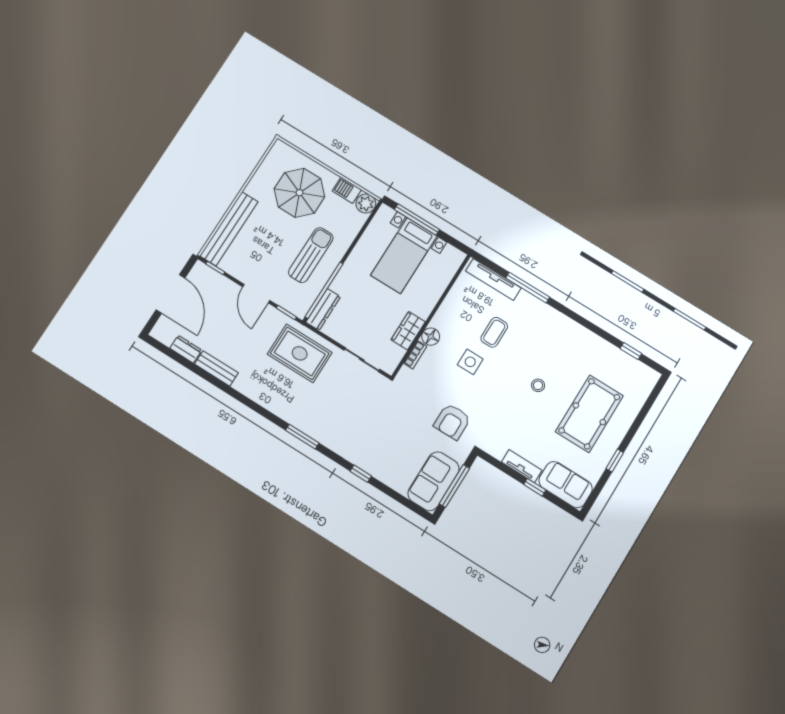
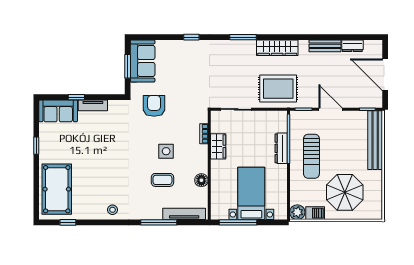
window: (417, 219) -> (238, 222), moved
dresser: (323, 309) -> (281, 148), moved
coffee table: (494, 332) -> (162, 180), turned 90
floor lamp: (431, 337) -> (201, 180), moved
stool: (538, 385) -> (112, 210), moved
wardrobe: (271, 400) -> (277, 48), added
pool table: (589, 414) -> (57, 189), moved
window: (454, 486) -> (128, 66), width x0.69

